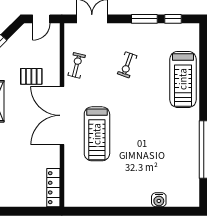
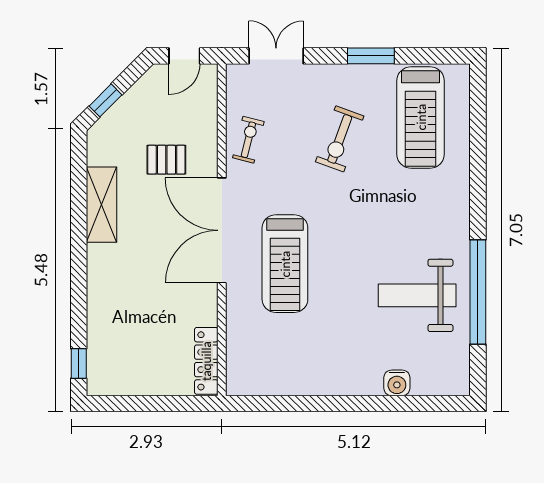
window: (173, 19) -> (423, 56), removed
exercise bike: (127, 65) -> (340, 139), width x1.38, depth x1.39
treadmill: (183, 79) -> (421, 117), moved
weight bench: (170, 151) -> (417, 295), added

